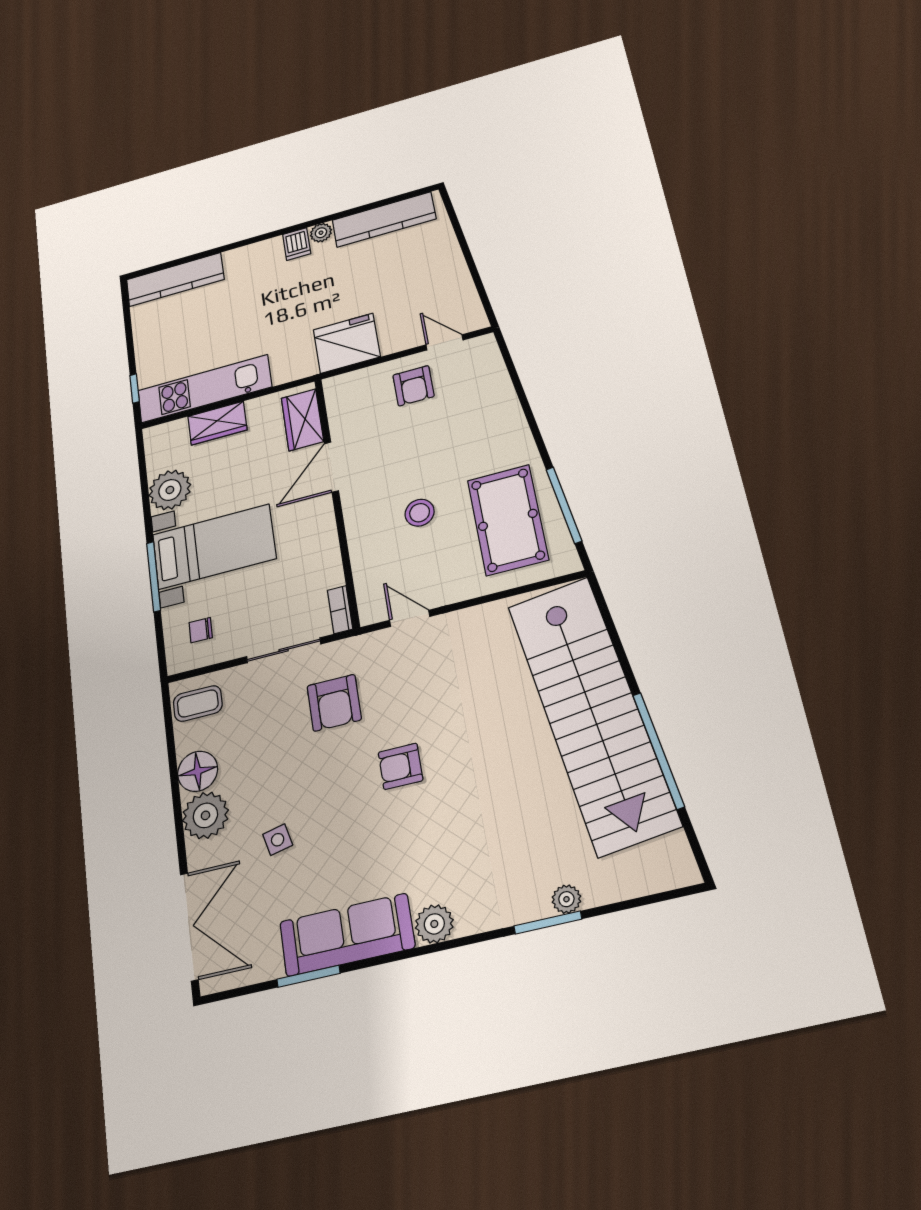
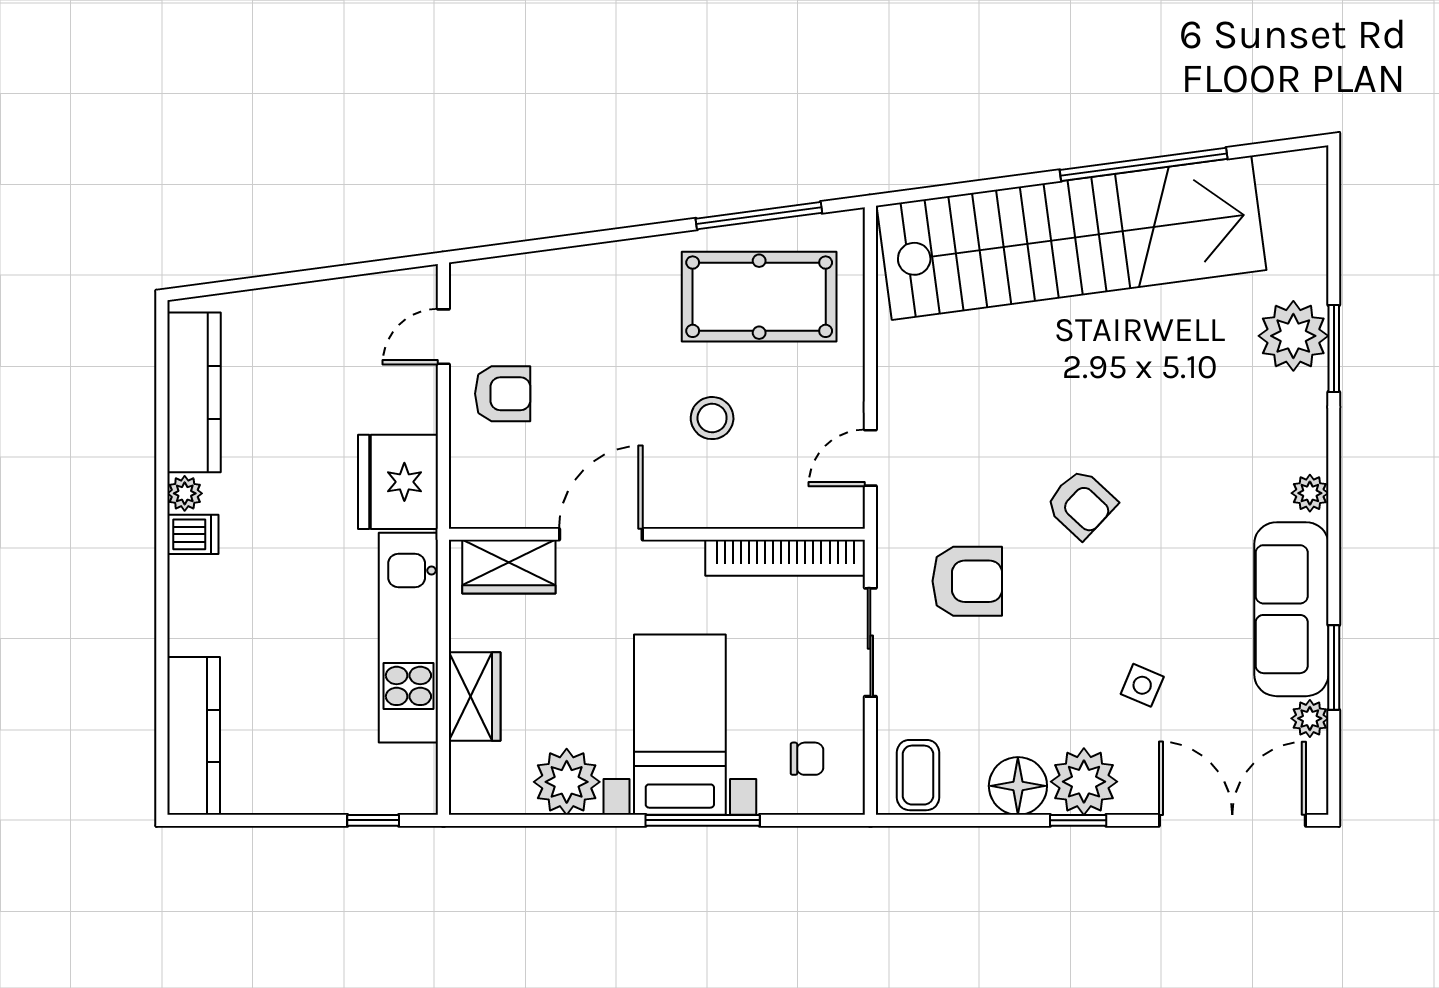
kitchen unit: (204, 389) -> (408, 638), moved
door: (331, 467) -> (601, 534), swing flipped
bookcase: (340, 610) -> (785, 558), width x2.31, depth x1.31
chair: (201, 630) -> (807, 759), turned -91
armchair: (400, 766) -> (1081, 504), turned -47
window: (178, 818) -> (1078, 820), added
side table: (278, 840) -> (1142, 685), turned 36
plant: (566, 899) -> (1293, 336), width x1.87, depth x1.87
plant: (434, 924) -> (1310, 493), width x0.73, depth x0.73
plant: (269, 967) -> (1310, 718), added

